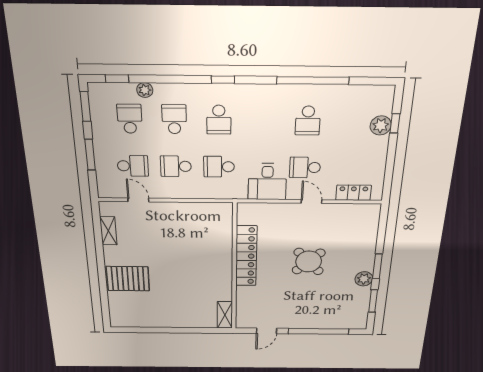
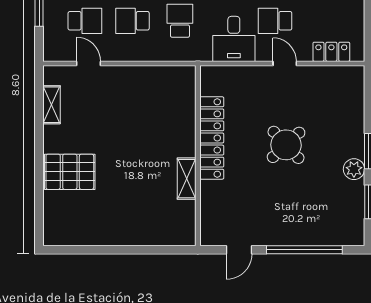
school desk: (219, 167) -> (180, 21), turned 90
shelving: (225, 315) -> (187, 179), moved

